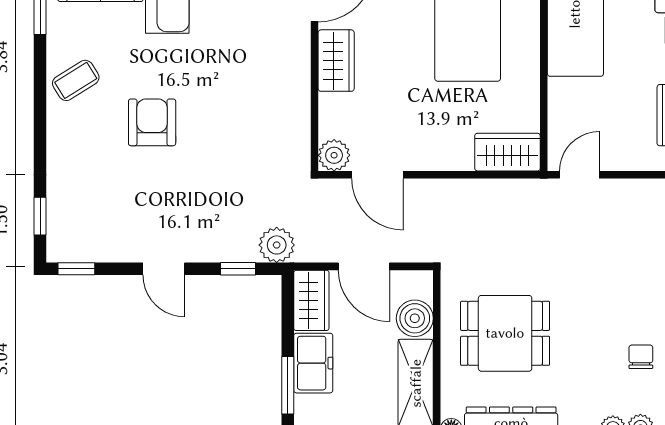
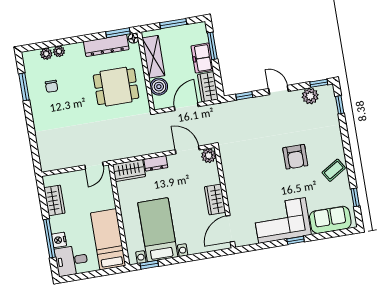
dresser: (448, 158) -> (156, 163), added
plant: (277, 245) -> (310, 96), moved
door: (364, 266) -> (186, 107), hinge flipped

